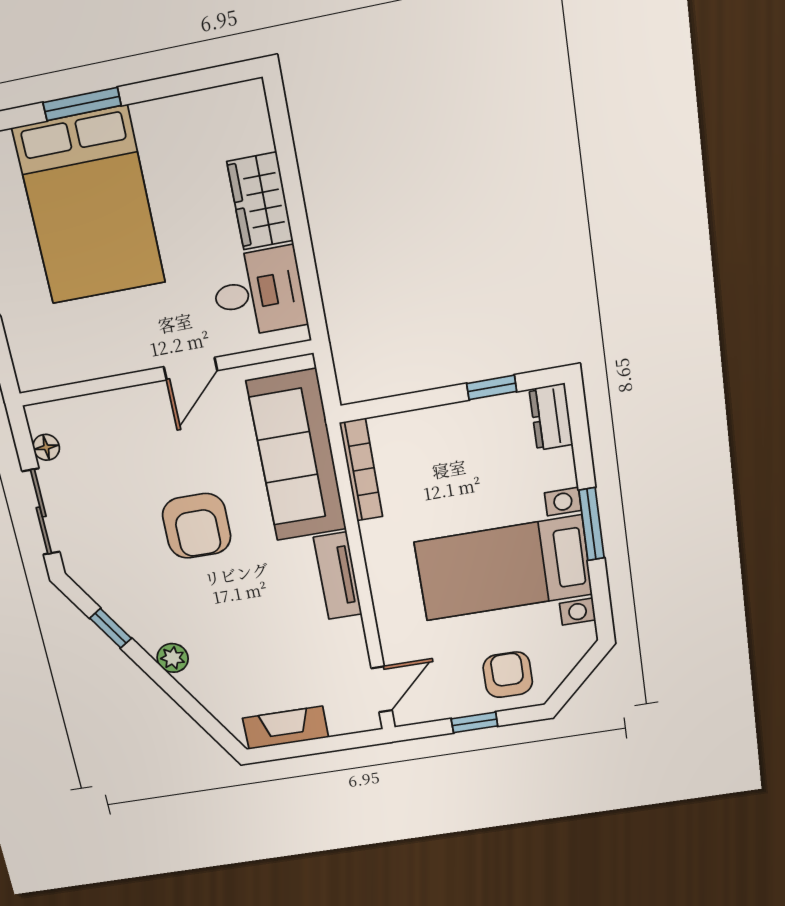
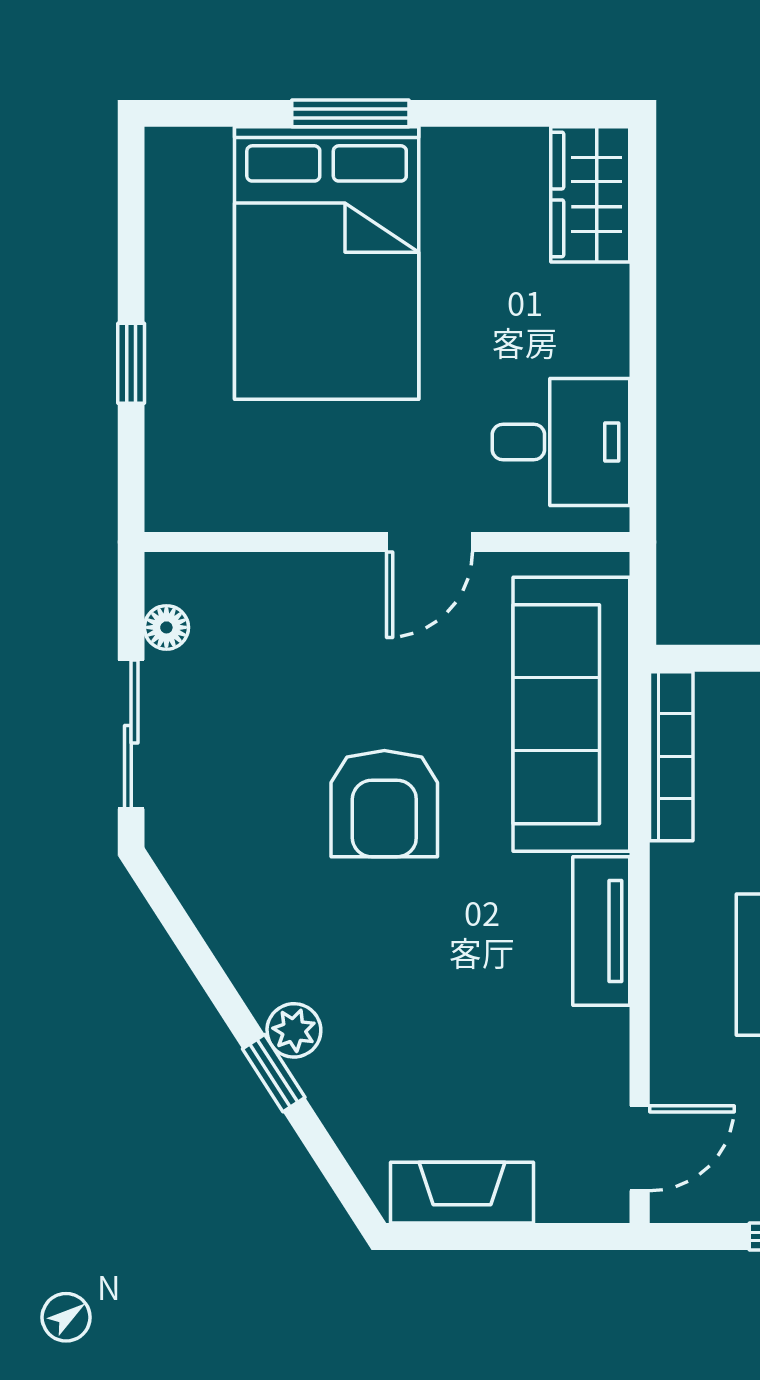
wardrobe: (260, 201) -> (590, 194), moved
window: (111, 628) -> (274, 1073), moved

